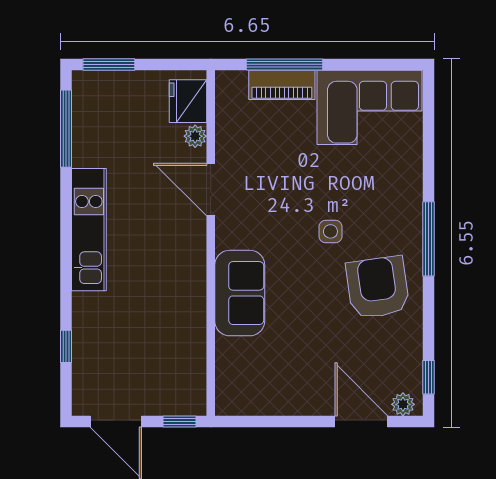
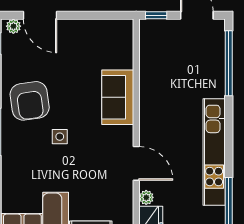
kitchen unit: (89, 230) -> (214, 152), width x1.36
window: (66, 346) -> (229, 63), width x3.17

